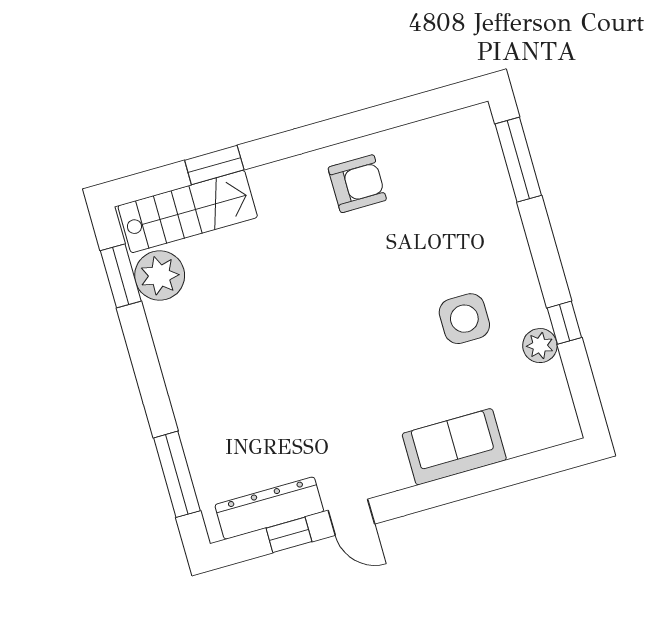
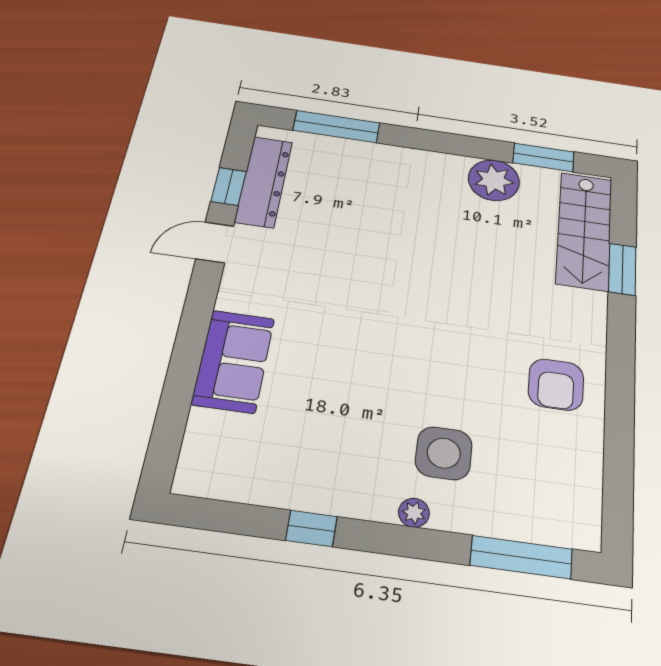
plant: (160, 276) -> (494, 180), moved
side table: (464, 319) -> (444, 453), moved
plant: (540, 346) -> (414, 513), moved, width x0.73, depth x0.73

